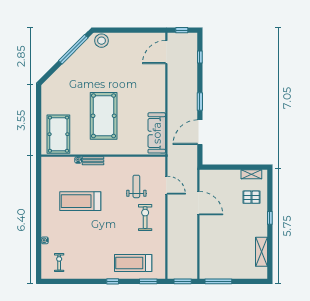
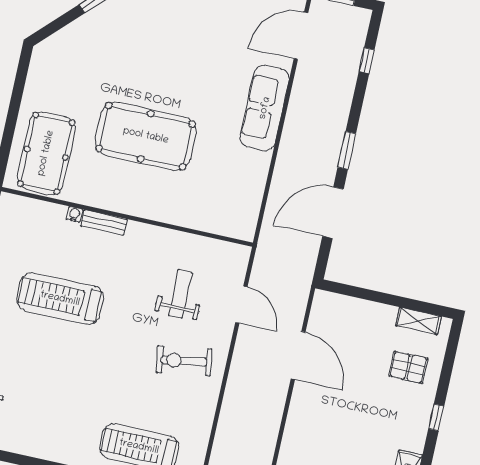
pool table: (104, 116) -> (146, 136), turned 90
sofa: (157, 133) -> (265, 108), moved
exercise bike: (145, 218) -> (184, 361), turned -99

